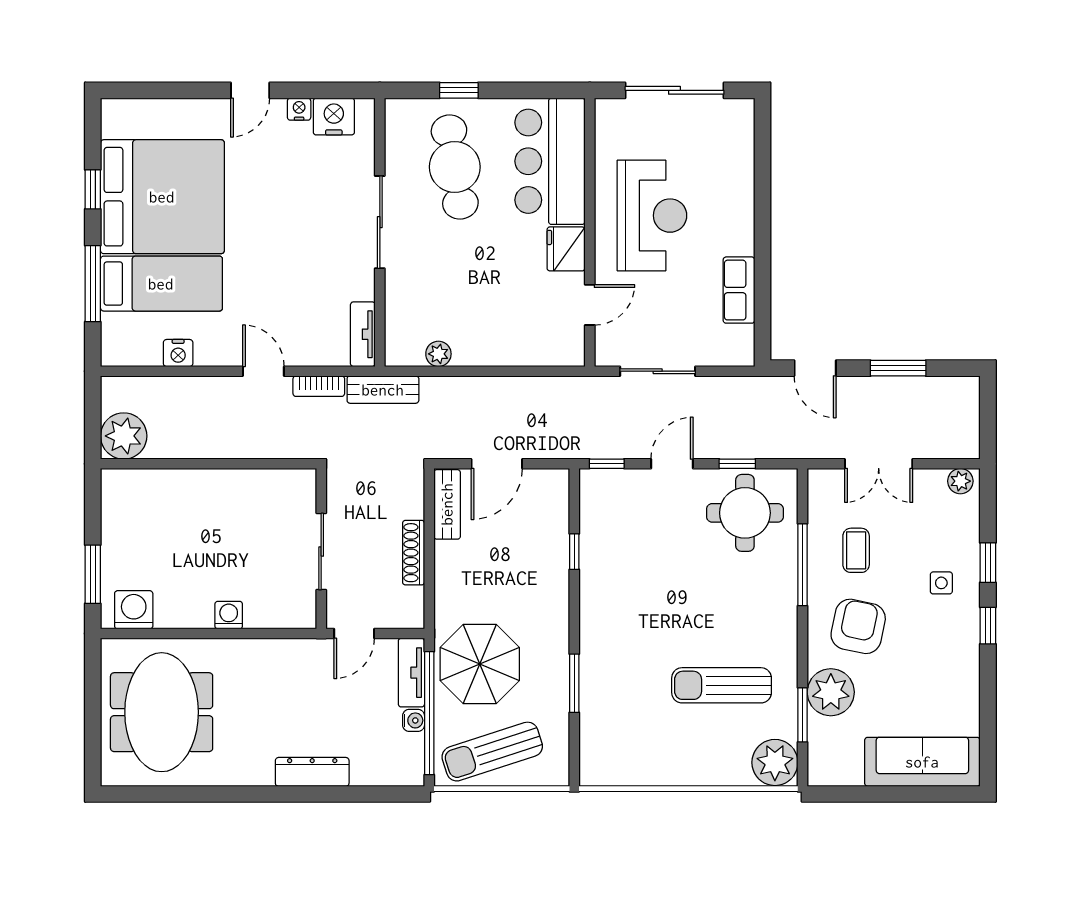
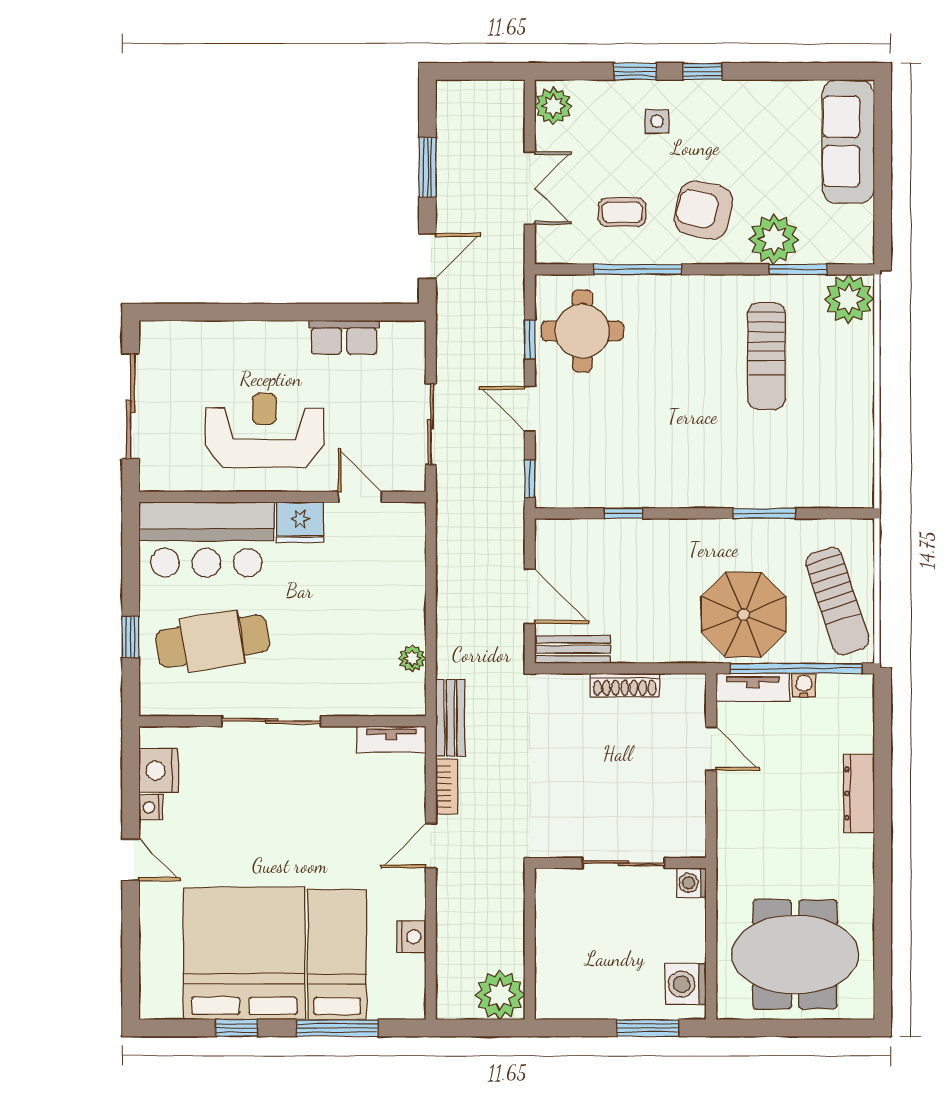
plant: (960, 481) -> (553, 106), width x1.38, depth x1.38
wall: (321, 549) -> (620, 863), moved
sliding door: (321, 552) -> (624, 863), moved

